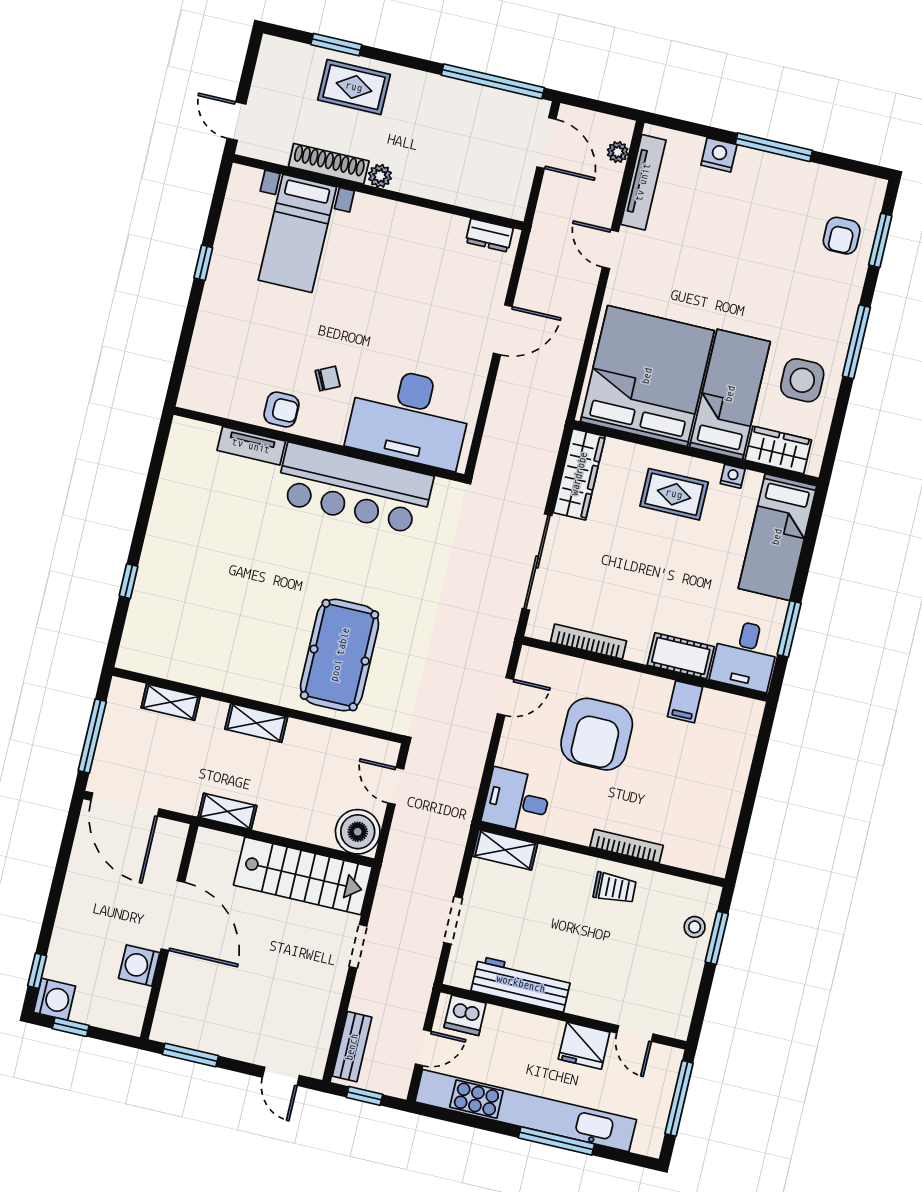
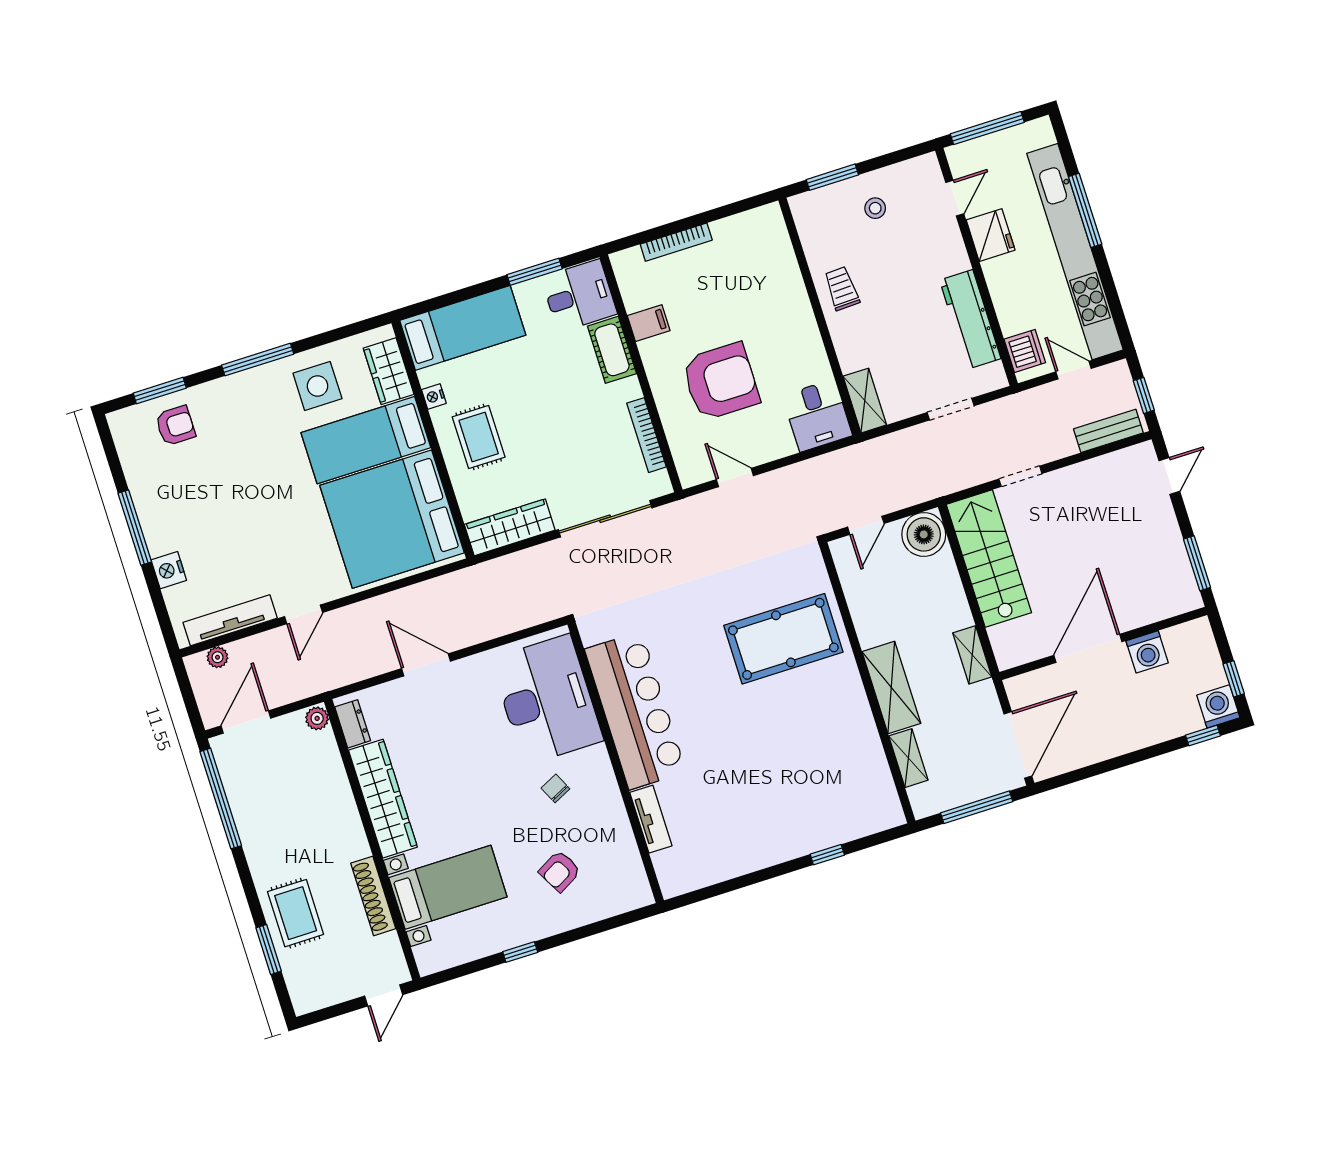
plant: (380, 176) -> (317, 718), moved
wardrobe: (408, 223) -> (383, 799), added
armchair: (281, 409) -> (560, 871), moved, turned -119
shelving: (256, 723) -> (891, 688), width x1.50, depth x1.33
bookcase: (627, 846) -> (676, 242), moved, turned -90
stool: (695, 927) -> (875, 208), moved

